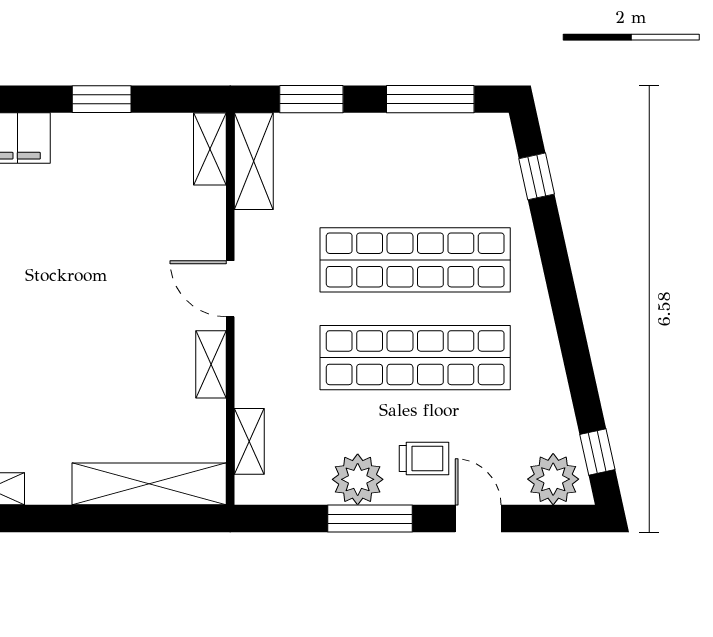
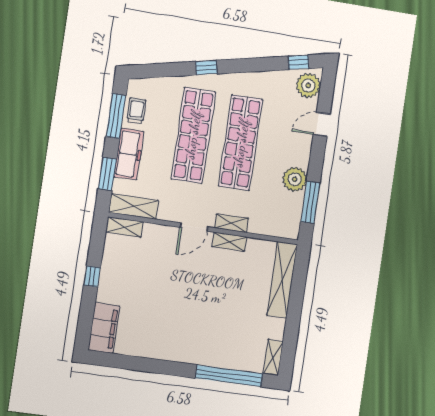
window: (102, 99) -> (92, 276), width x0.67
freezer: (358, 136) -> (129, 154), added
window: (537, 176) -> (206, 68), moved
shelving: (249, 441) -> (232, 223), moved
trolley: (424, 459) -> (136, 111), moved
window: (370, 519) -> (310, 202), moved

